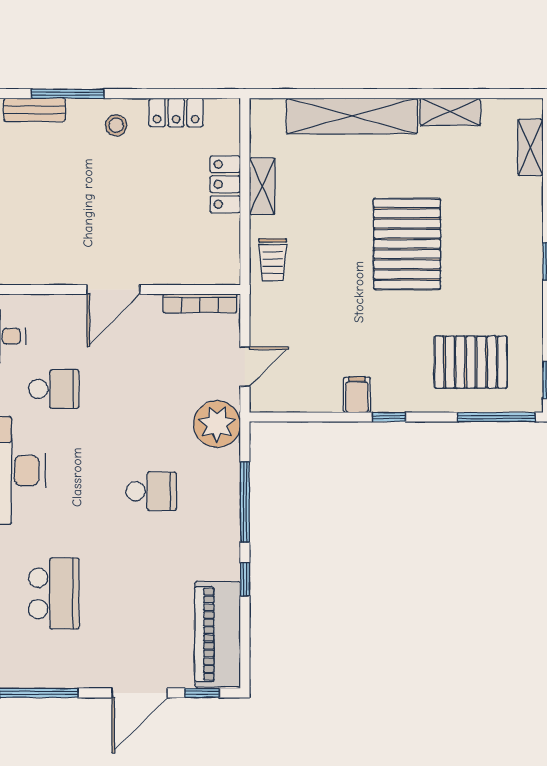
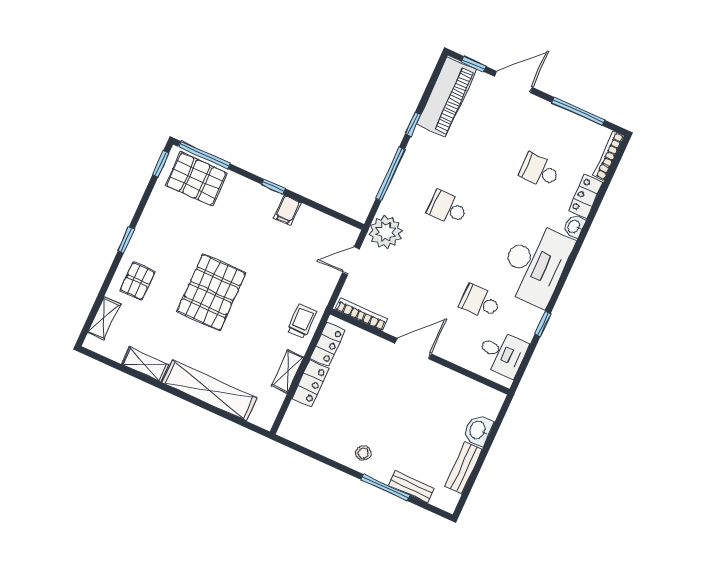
locker: (176, 113) -> (328, 344), moved, turned 90
pallet: (509, 215) -> (138, 281), added
pallet: (471, 362) -> (196, 179), moved
school desk: (54, 593) -> (540, 171), width x0.54

